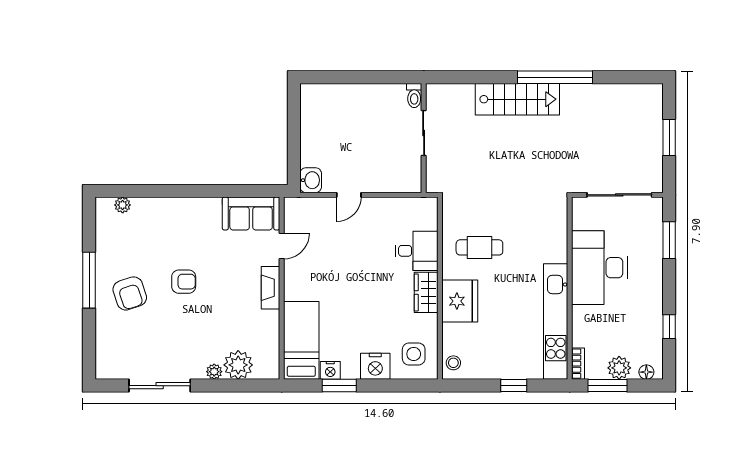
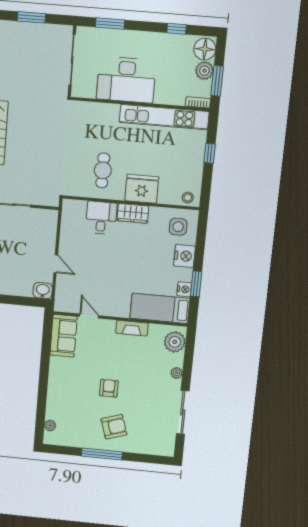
fireplace: (271, 288) -> (132, 328), moved
plant: (238, 365) -> (175, 342), moved
floor lamp: (646, 372) -> (205, 49), width x1.89, depth x1.89

